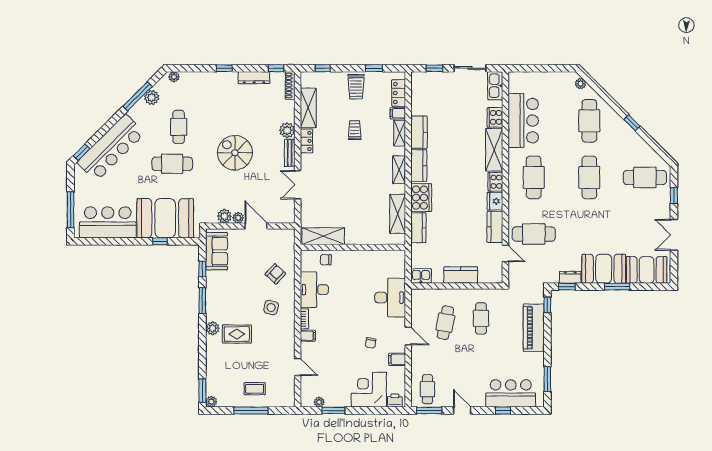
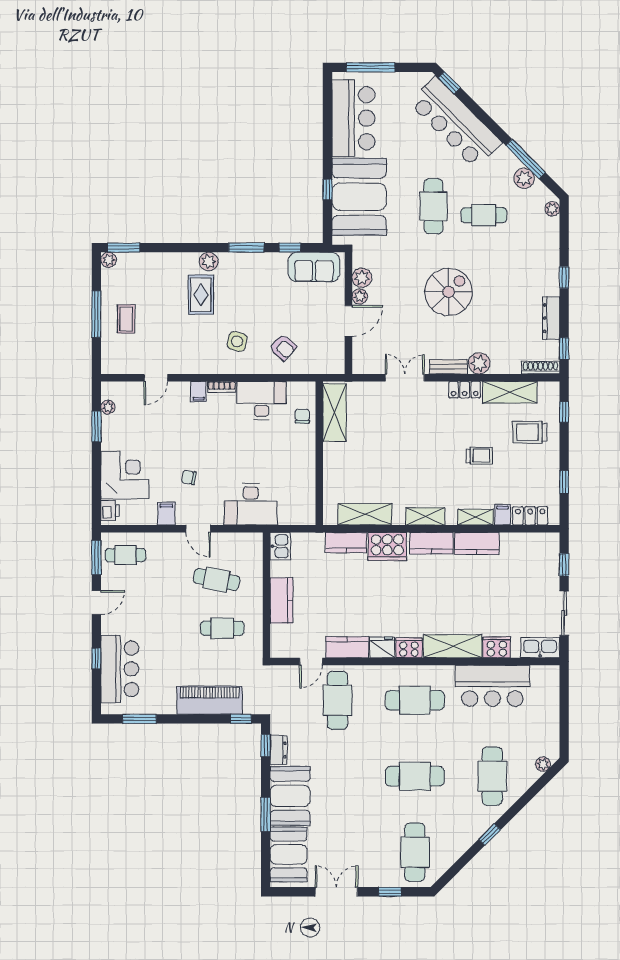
trolley: (356, 87) -> (530, 432), moved
cafe table: (589, 121) -> (492, 776), turned 90
door: (408, 336) -> (198, 529), hinge flipped

